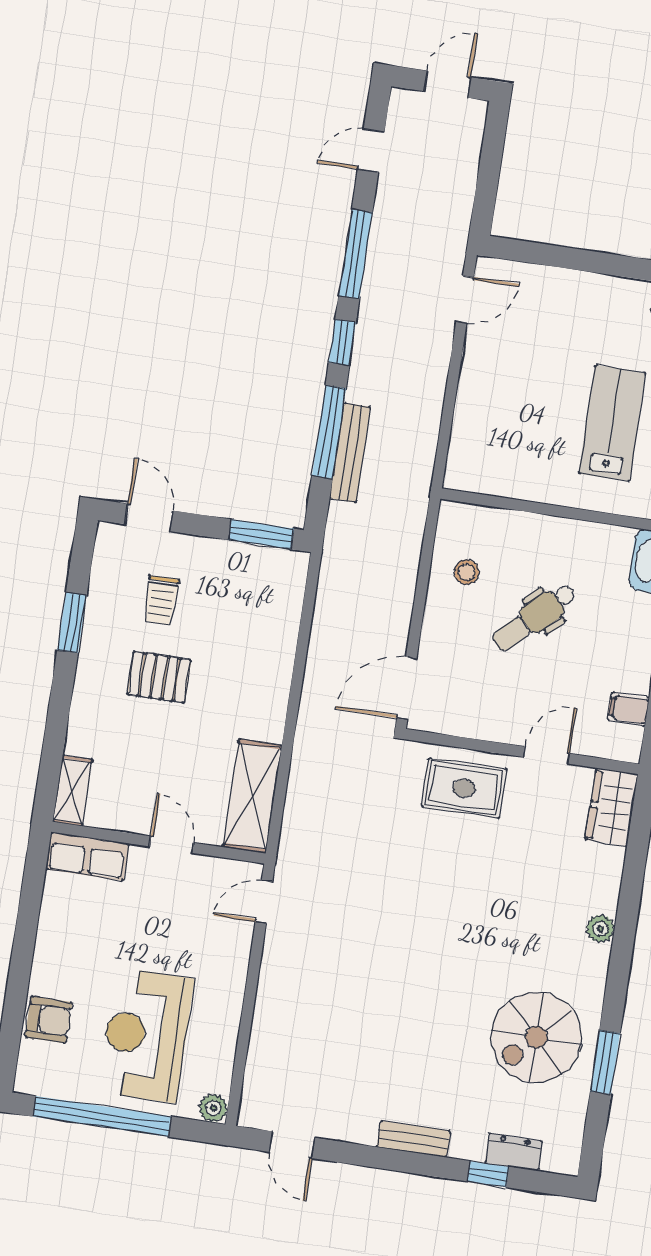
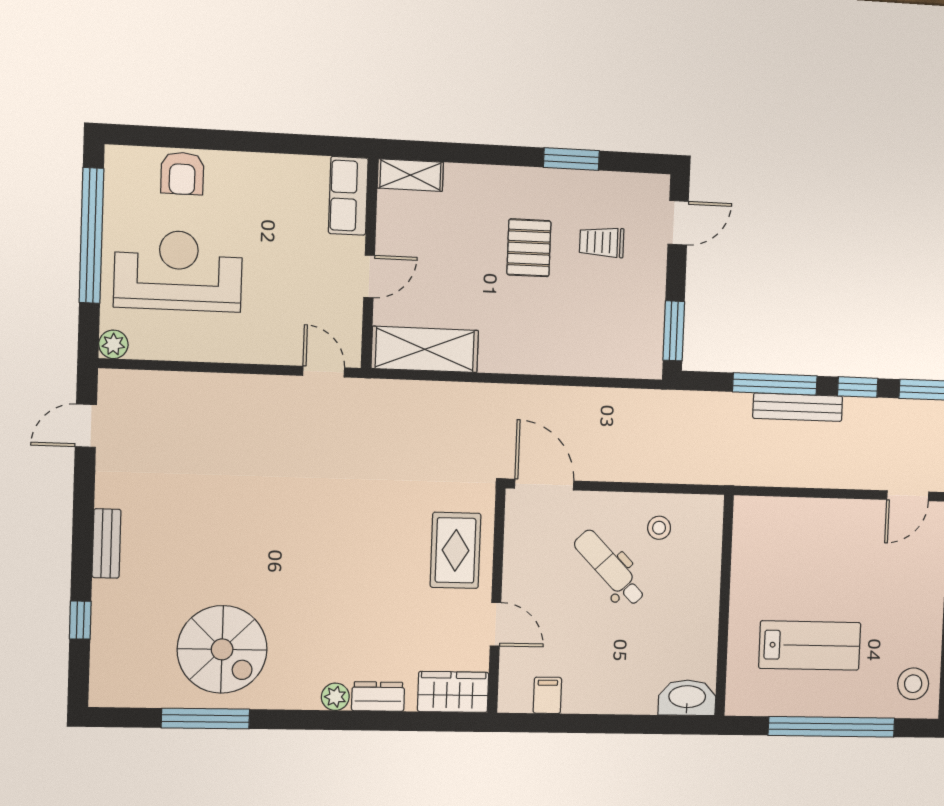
door: (465, 299) -> (908, 496), hinge flipped
bench: (350, 453) -> (798, 407), moved
dental chair: (534, 618) -> (610, 568), moved
spiral stairs: (536, 1037) -> (222, 649), turned 180
window: (605, 1062) -> (205, 719), width x1.44
dresser: (514, 1152) -> (378, 696), moved, turned -90

